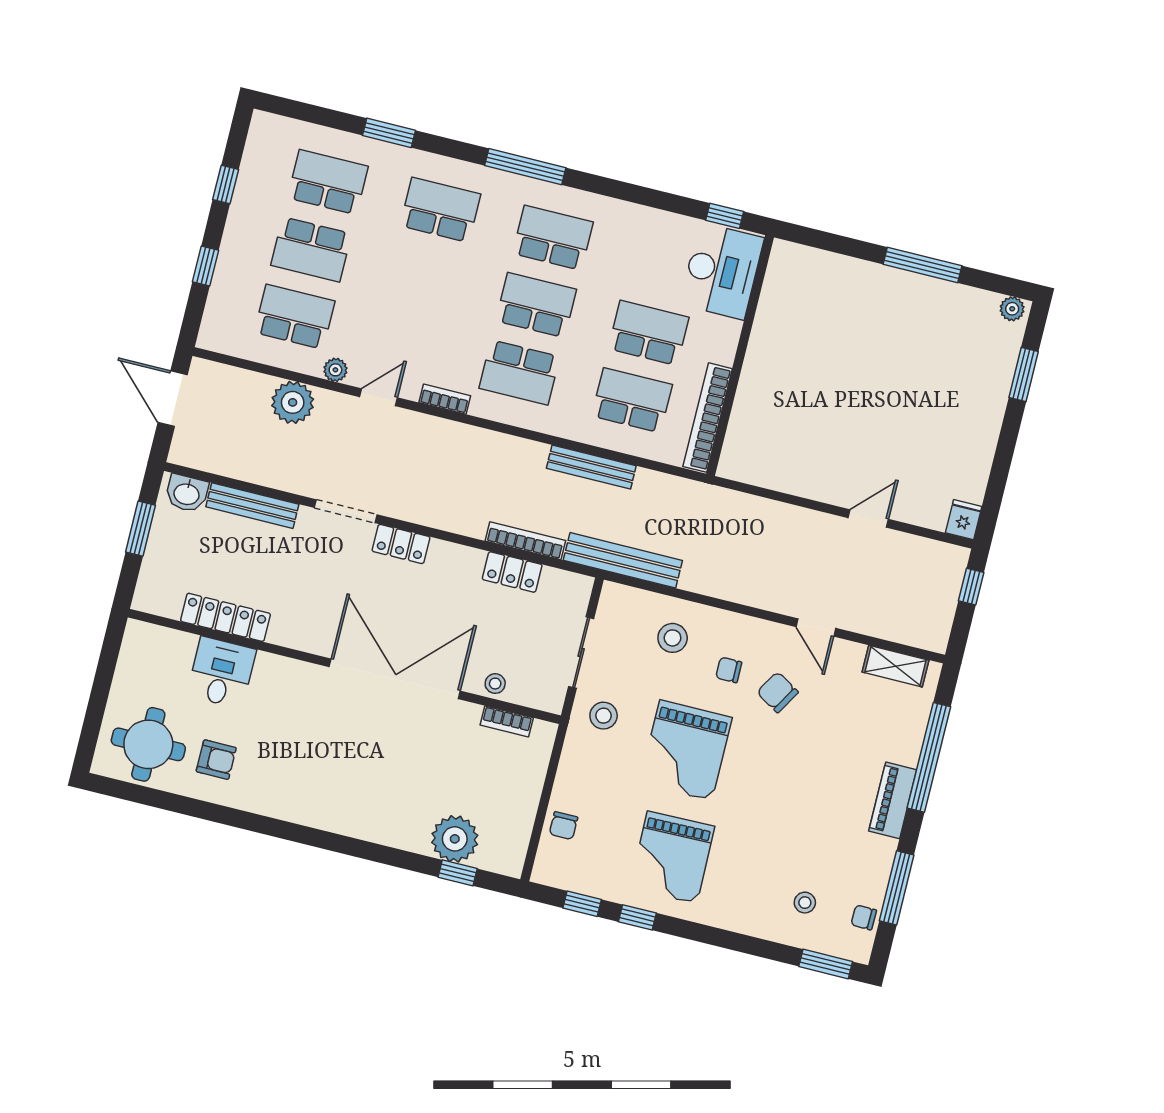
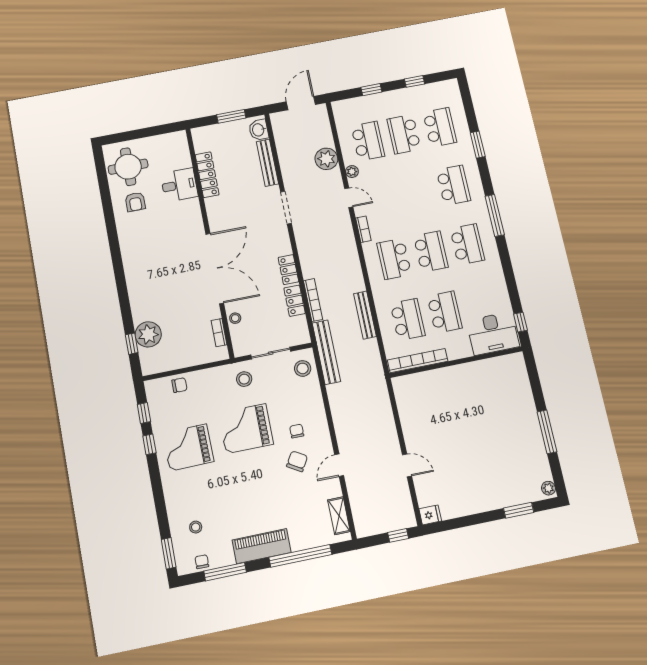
locker: (401, 544) -> (288, 270), moved
stool: (673, 638) -> (303, 368), moved
piano: (893, 800) -> (262, 546), width x1.37, depth x1.33
chair: (563, 826) -> (179, 385), turned 180

